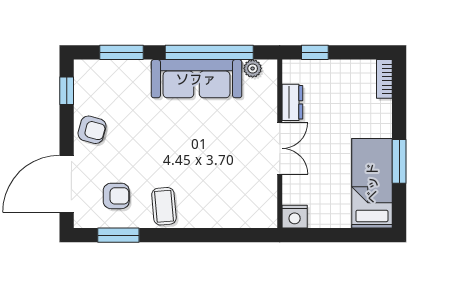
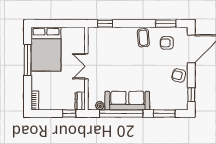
dresser: (292, 102) -> (80, 101), moved
window: (399, 161) -> (28, 60), width x1.44
bed: (372, 183) -> (46, 49), width x1.50
nightstand: (295, 217) -> (79, 33), removed
window: (242, 235) -> (105, 24), added

